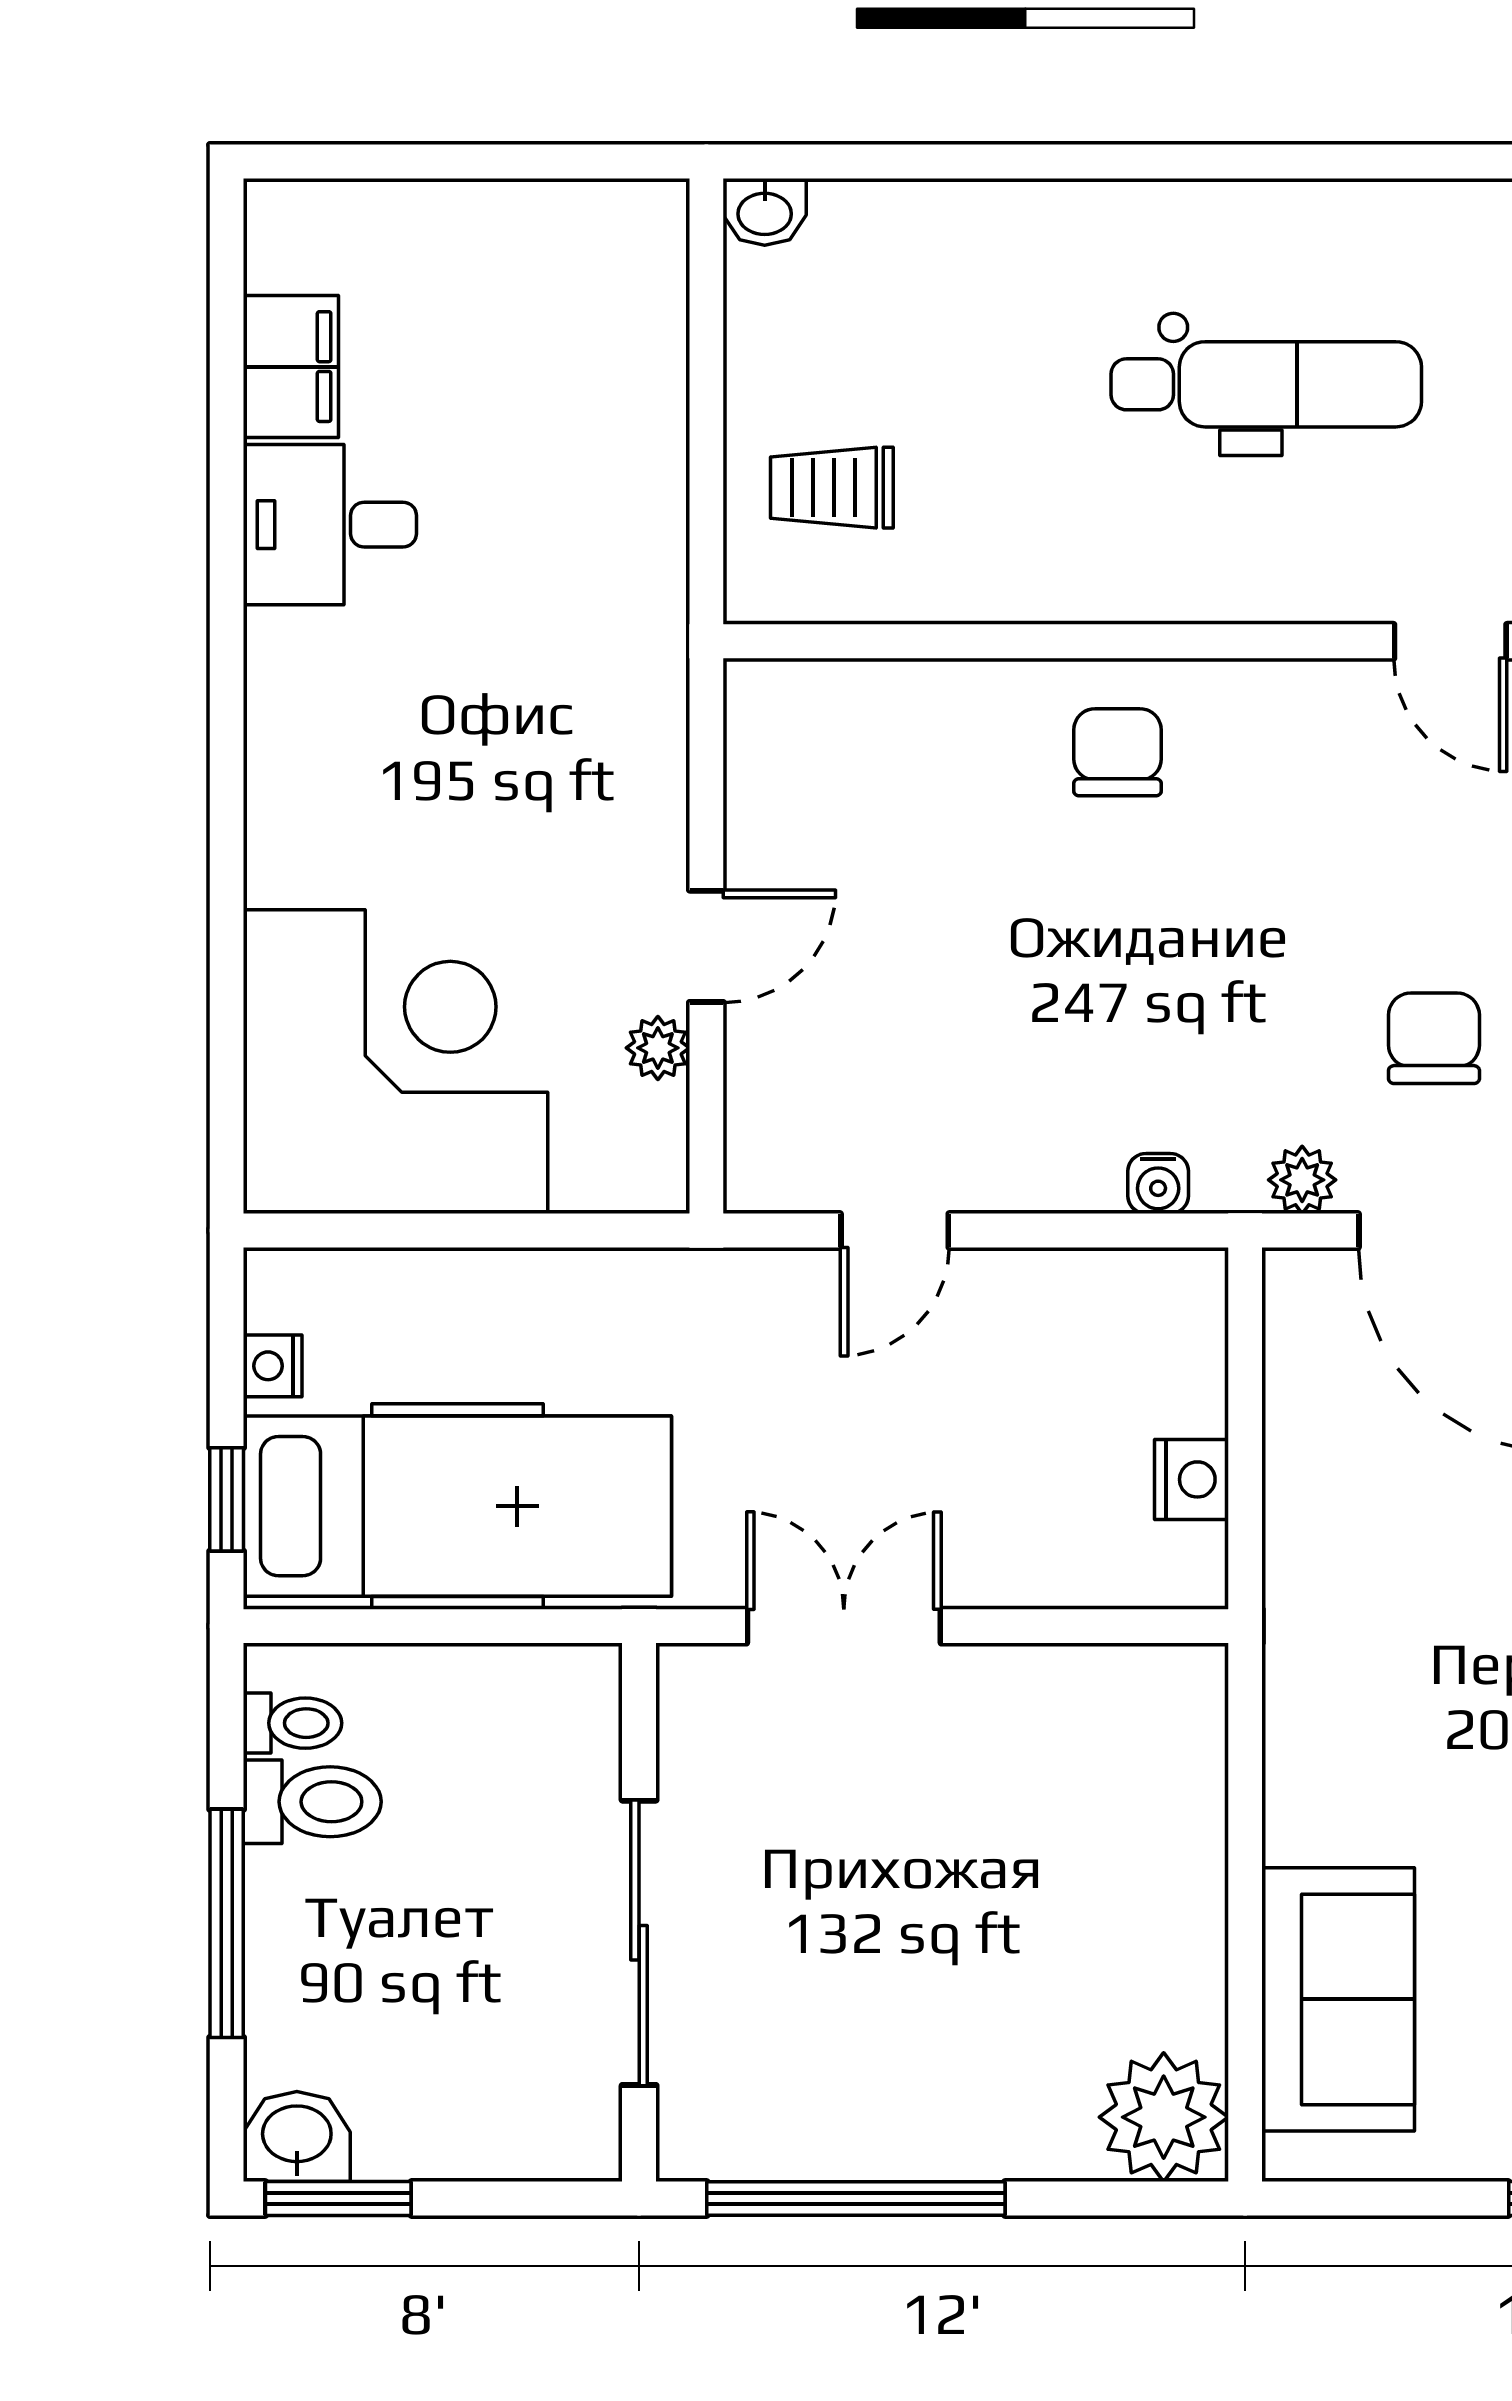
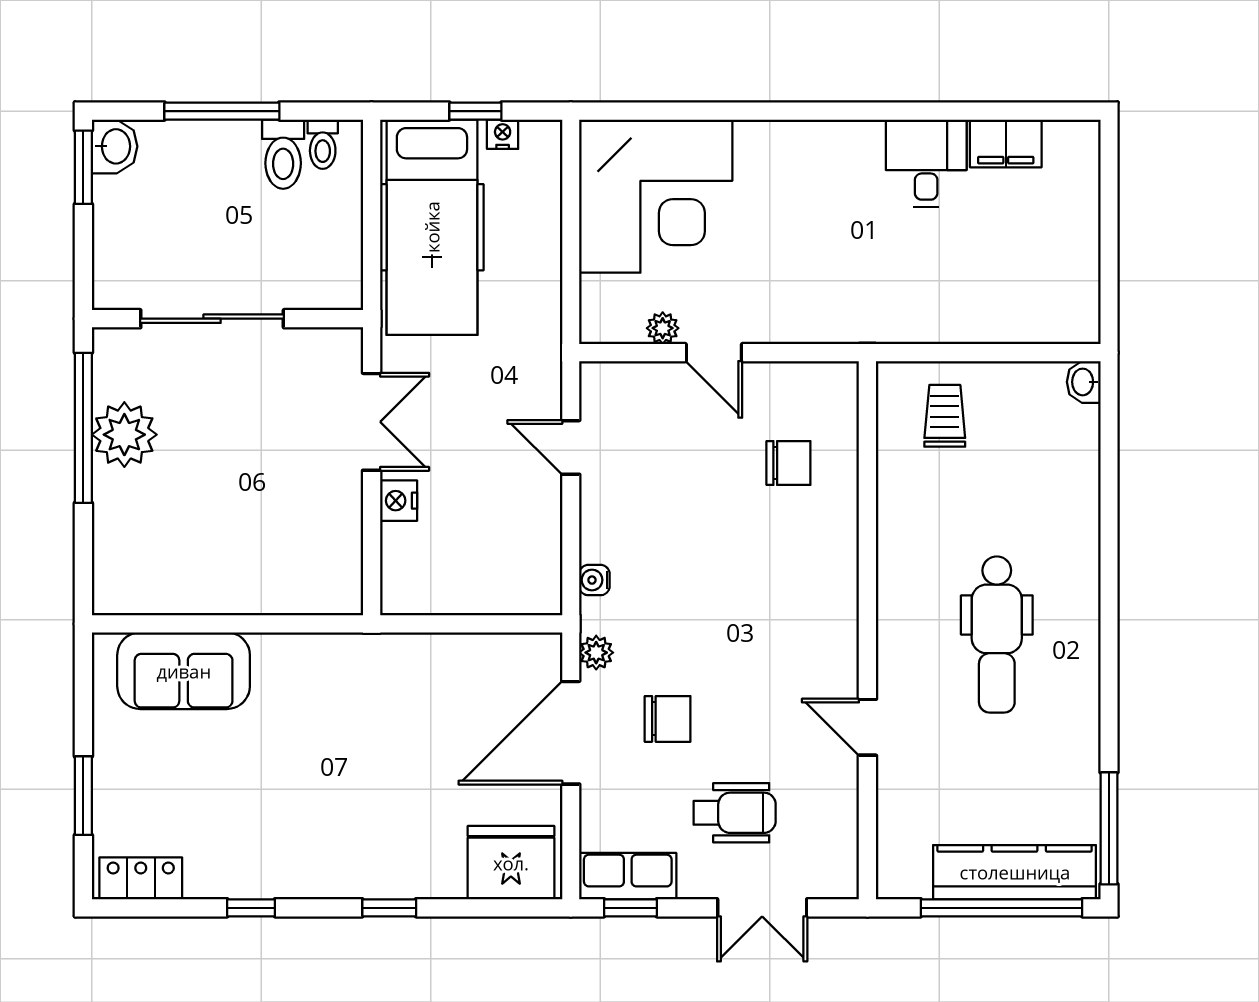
door: (1450, 641) -> (867, 727), hinge flipped
chair: (1117, 752) -> (788, 463), moved
nightstand: (1191, 1479) -> (399, 501), moved, turned 90
window: (227, 1499) -> (475, 111), moved
plant: (1164, 2117) -> (124, 435), moved

